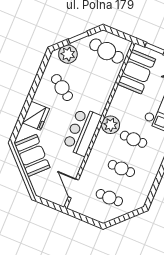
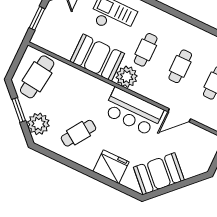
booth: (137, 72) -> (97, 58), moved
door: (73, 188) -> (179, 115), moved

